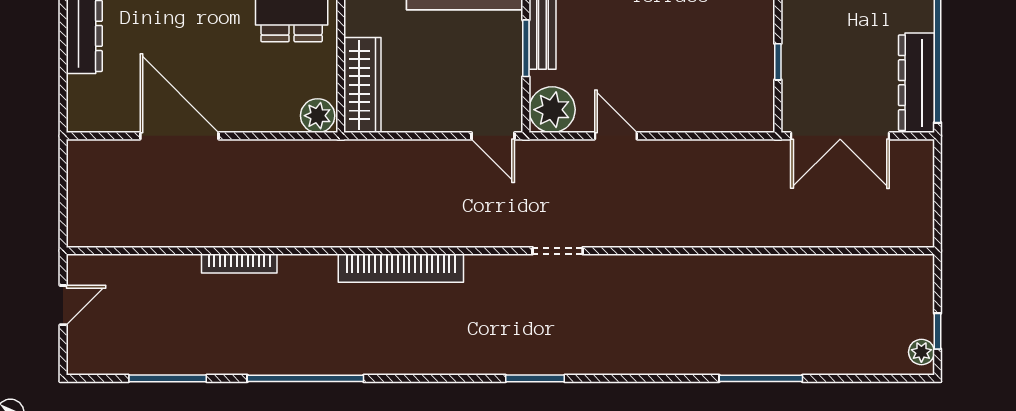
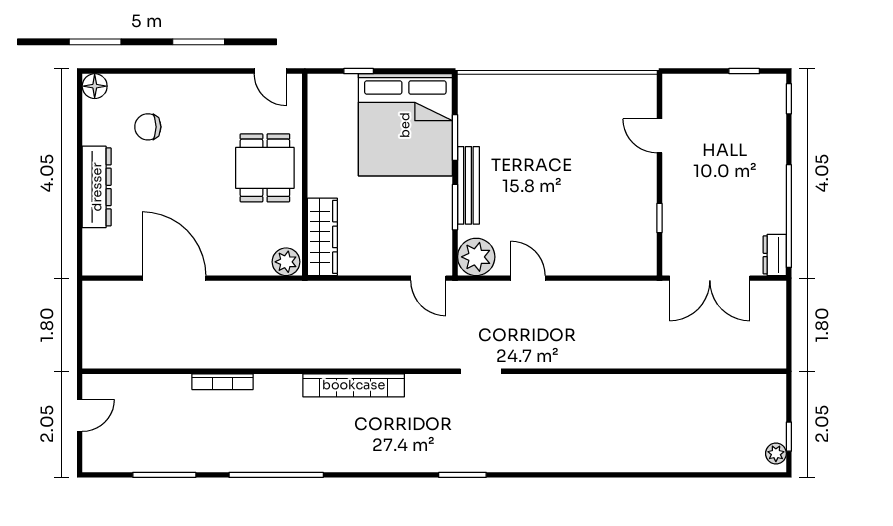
dresser: (916, 83) -> (775, 255), width x0.51, depth x0.80
window: (761, 378) -> (646, 475), removed

